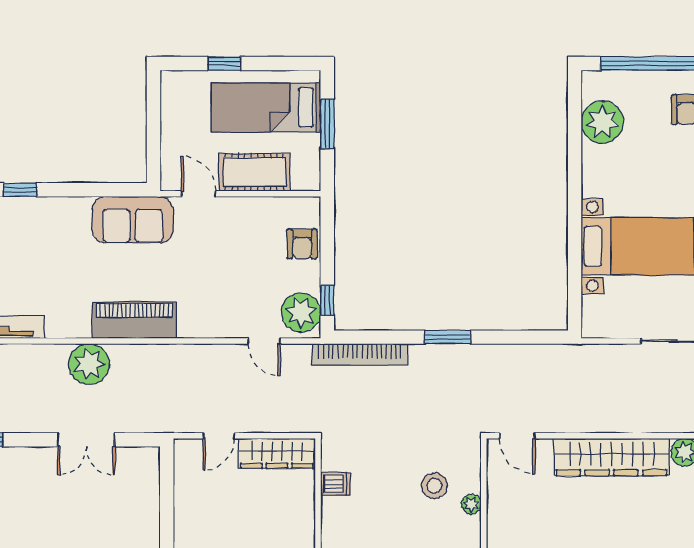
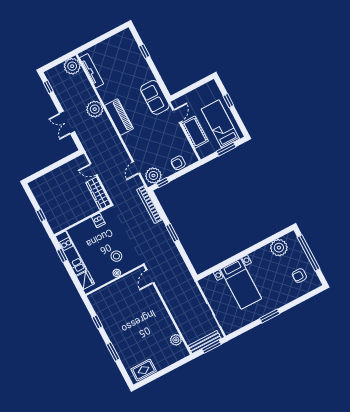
wardrobe: (611, 457) -> (160, 314), removed

